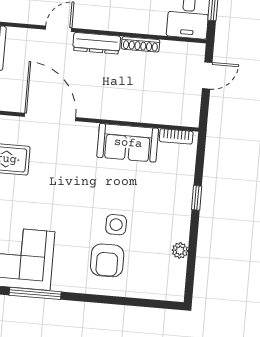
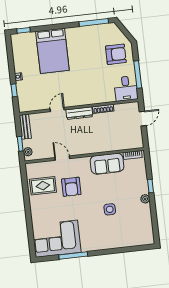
door: (50, 117) -> (62, 158), width x0.53
plant: (180, 251) -> (145, 199), moved
armchair: (107, 260) -> (71, 187), moved

